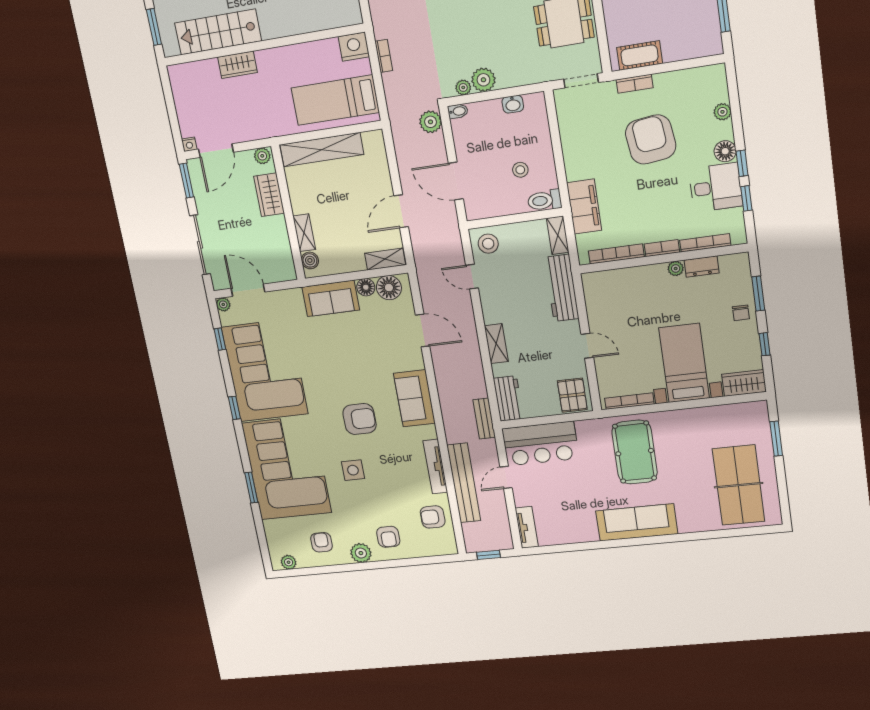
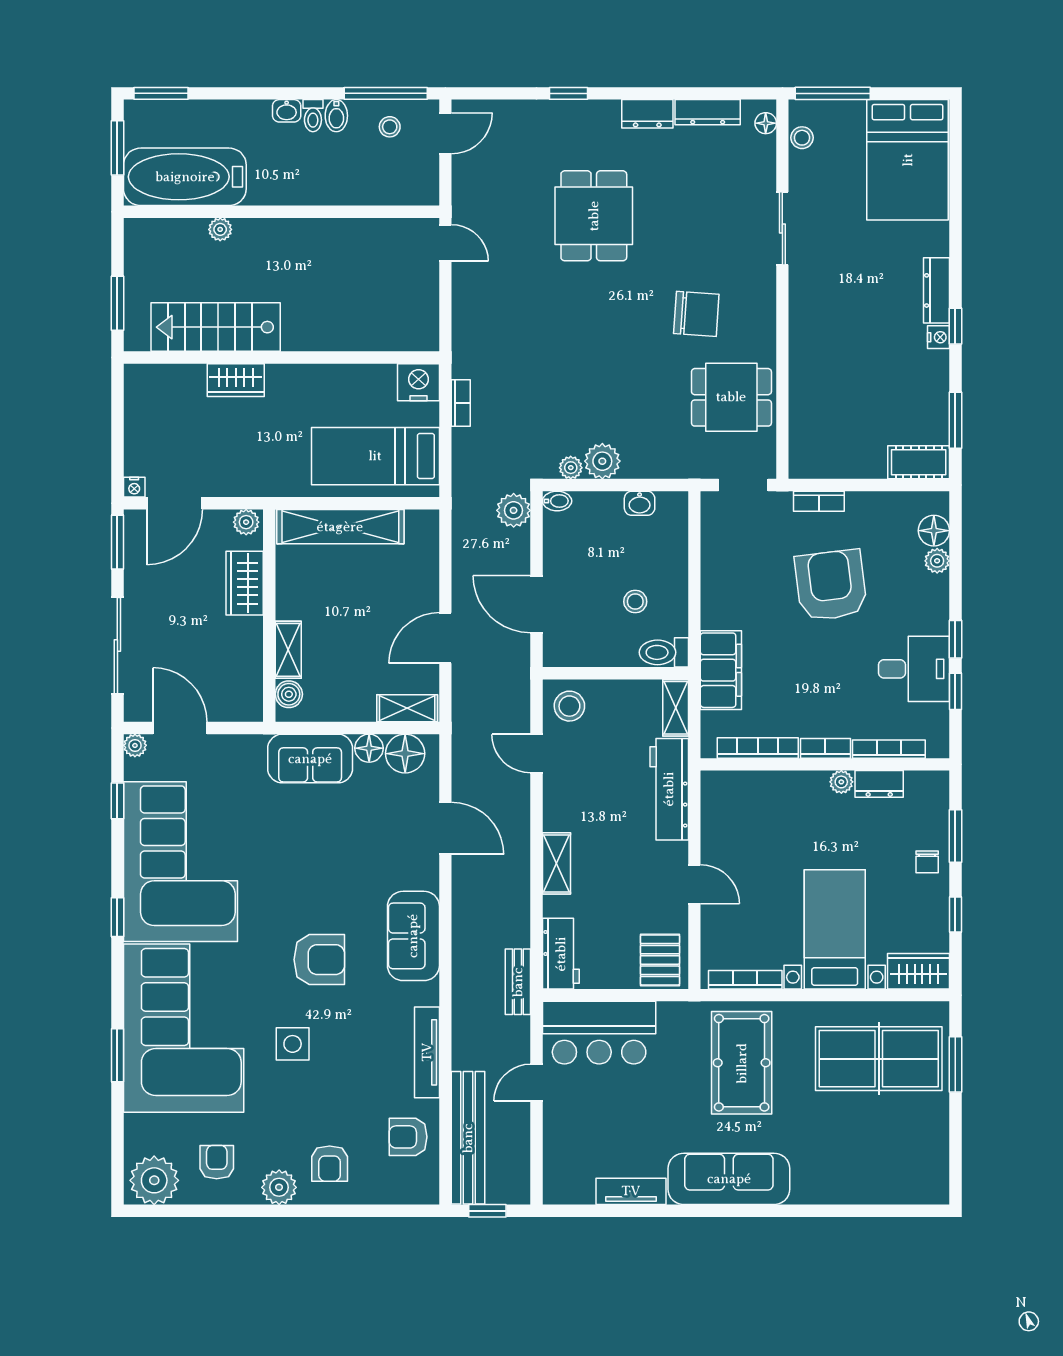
cot: (639, 55) -> (919, 462), moved
floor lamp: (725, 151) -> (934, 531), moved
bench: (464, 483) -> (468, 1138), moved
table tennis table: (738, 485) -> (879, 1059), moved, turned 90
tv unit: (527, 527) -> (631, 1191), moved, turned -90
plant: (289, 562) -> (154, 1180), width x1.88, depth x1.88

